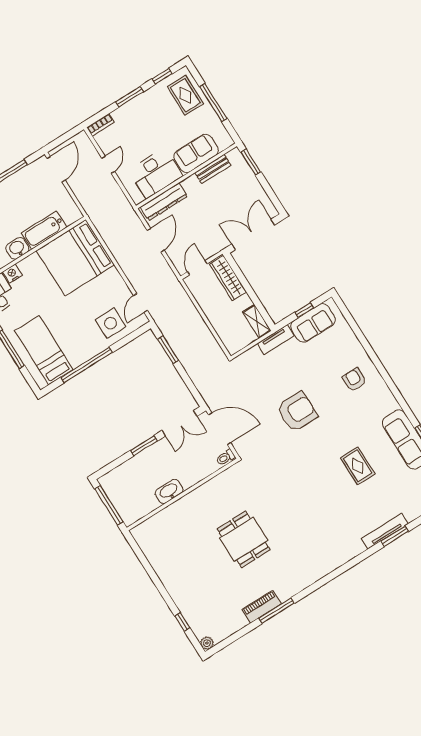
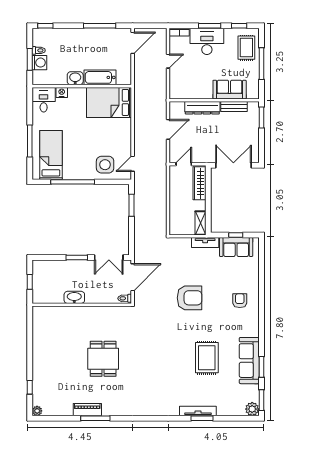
desk: (156, 173) -> (207, 41), moved, turned 180
dresser: (164, 202) -> (202, 108), moved
bed: (75, 258) -> (109, 102), width x0.73
door: (220, 429) -> (133, 277), hinge flipped
rug: (358, 466) -> (207, 358), width x1.36, depth x1.43
window: (109, 505) -> (30, 282), width x0.46

